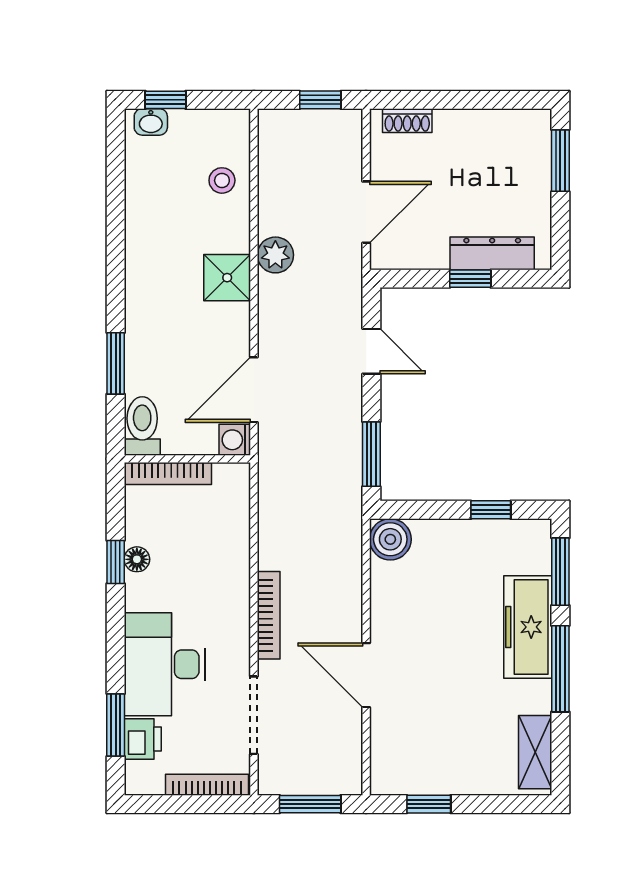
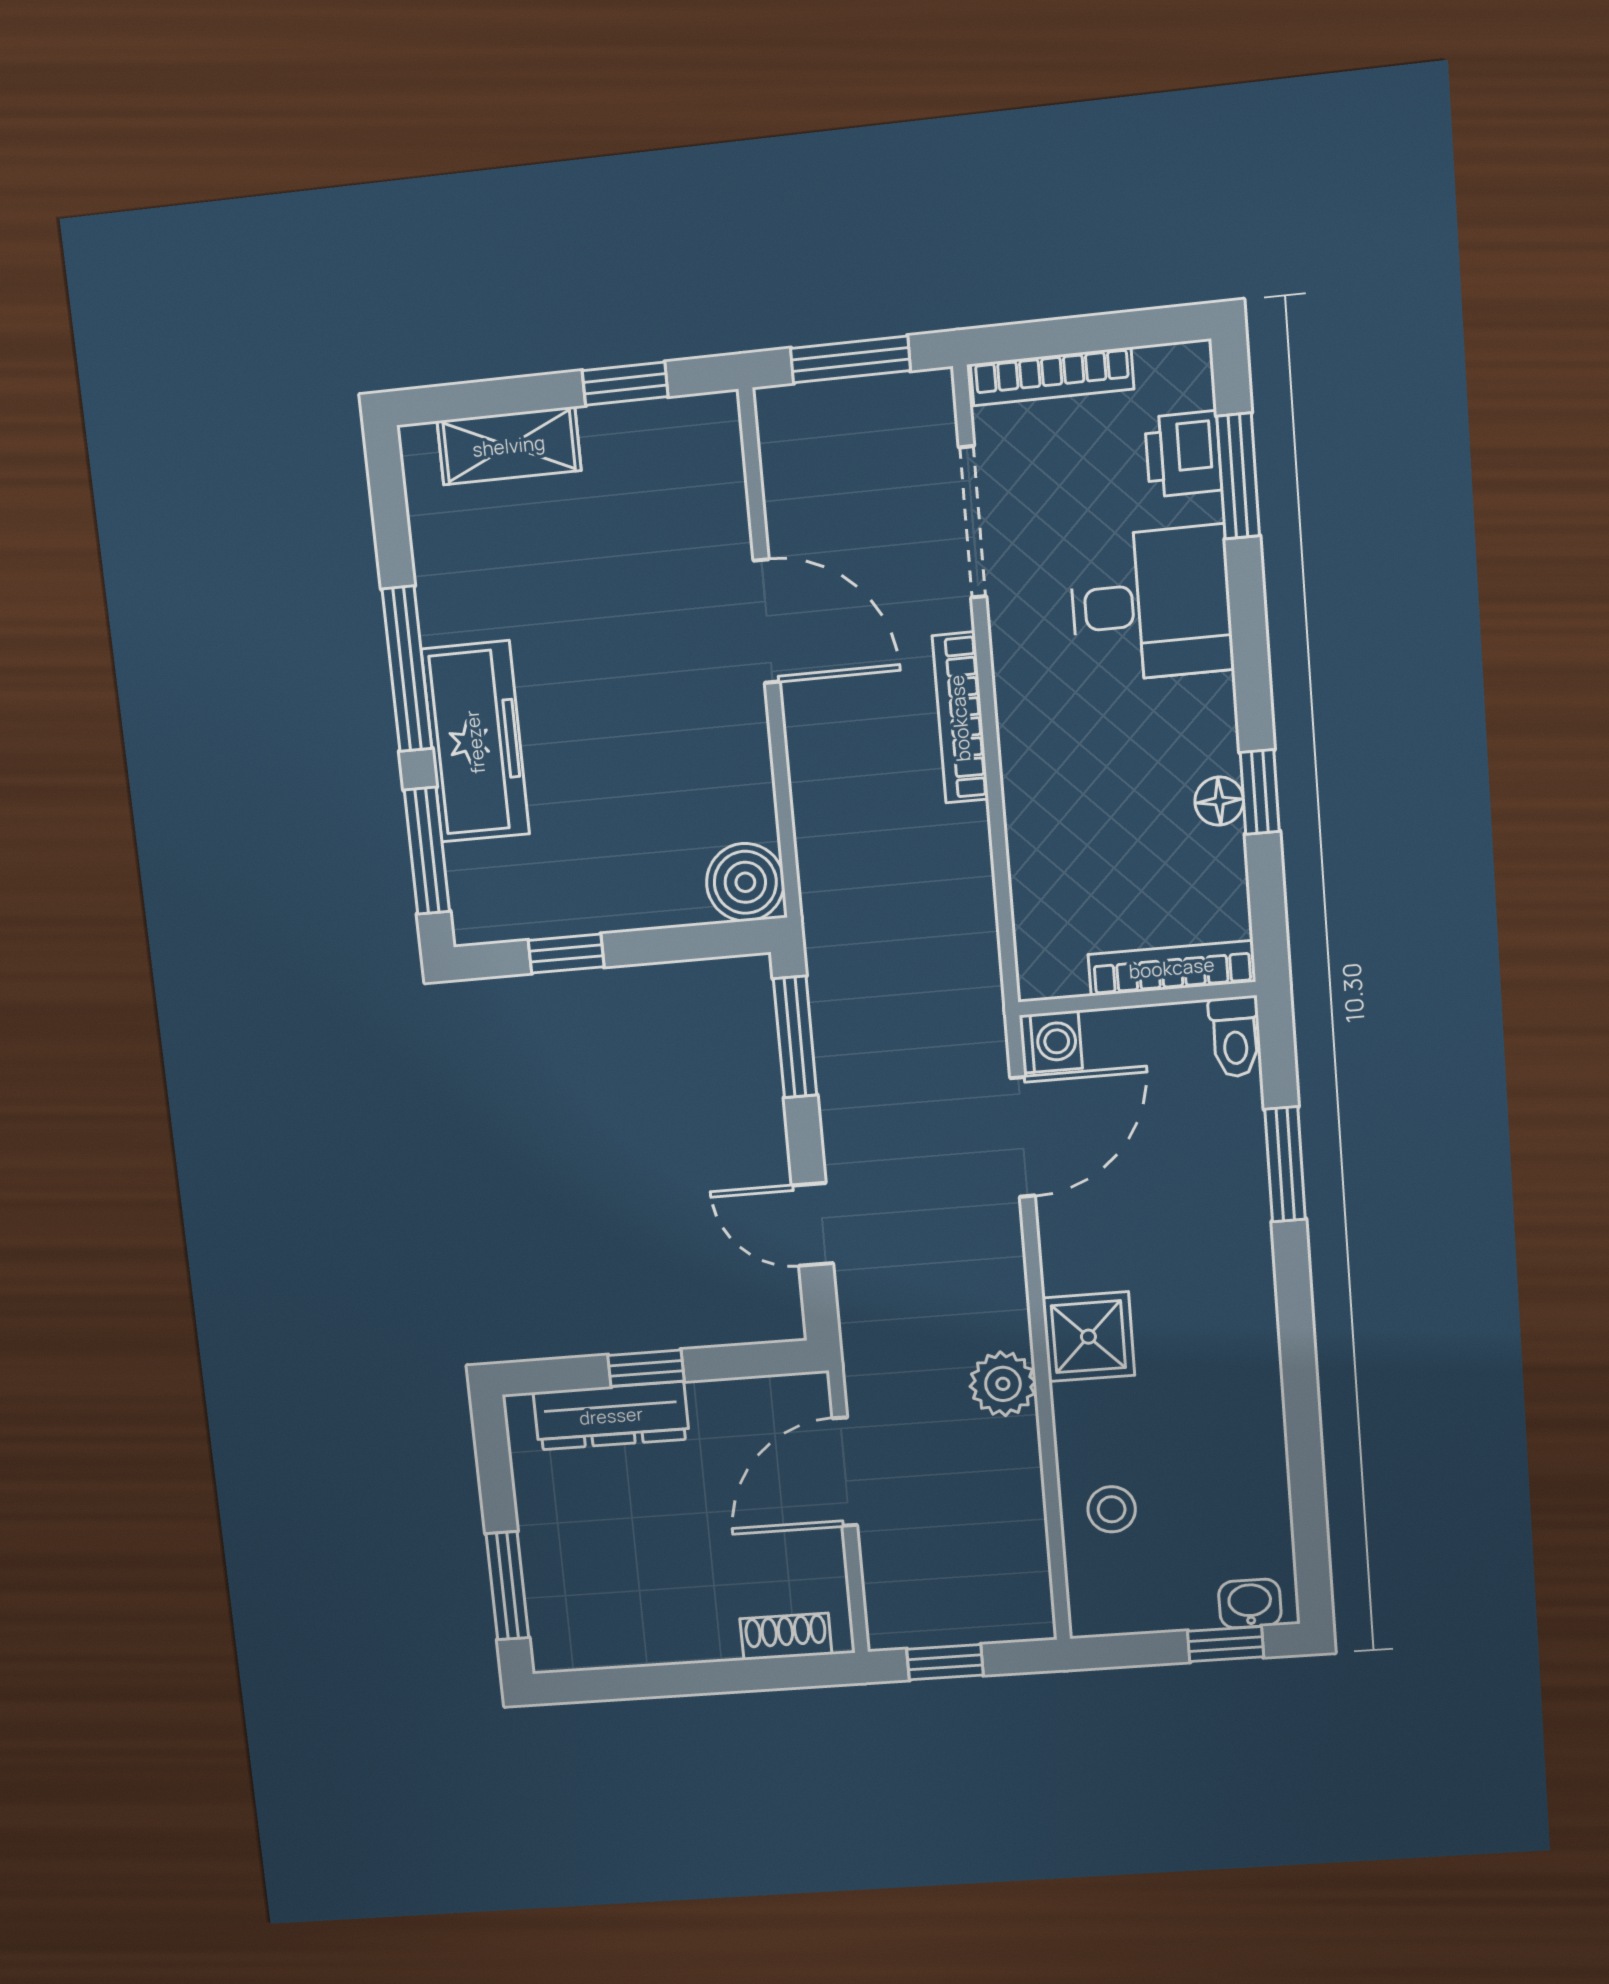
toilet: (142, 426) -> (1235, 1037), width x0.73, depth x0.72
desk: (165, 664) -> (1151, 604), width x0.73
shelving: (535, 752) -> (509, 446), moved, turned 90

